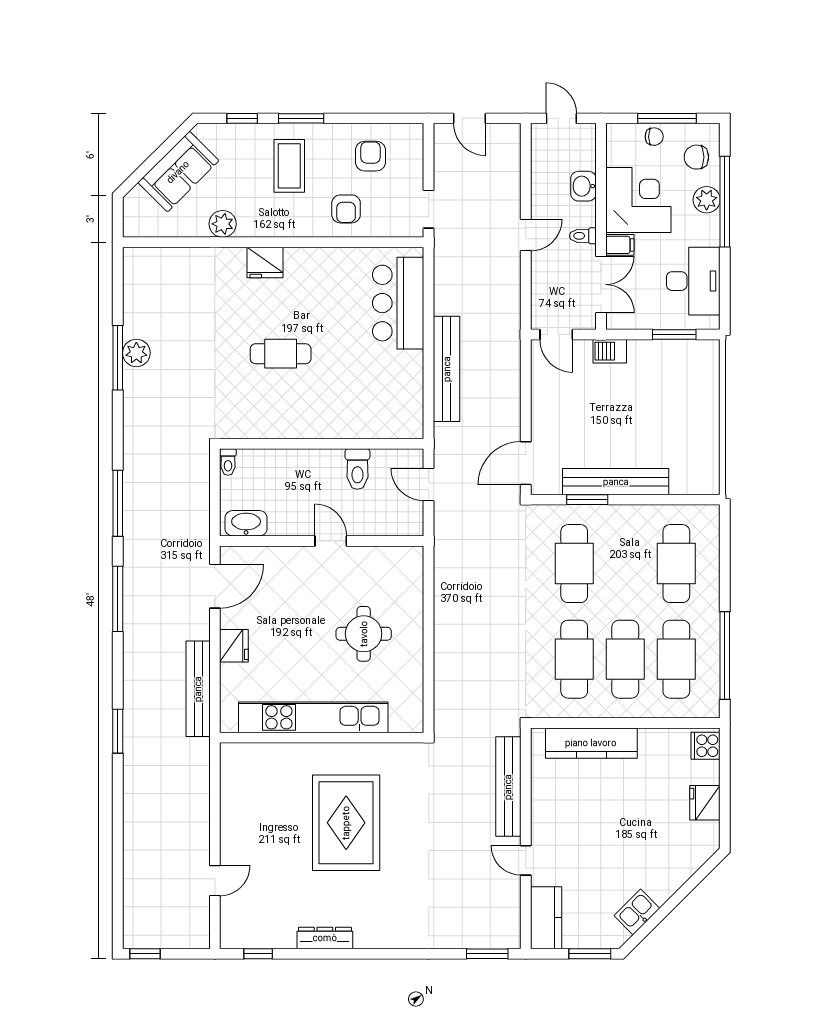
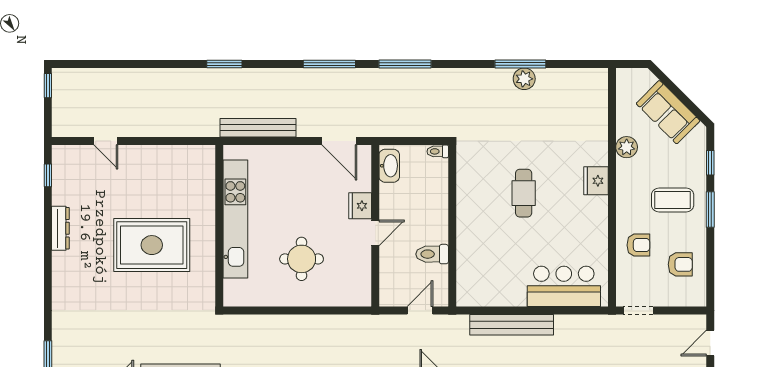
armchair: (346, 209) -> (638, 245), turned 180
fridge: (234, 646) -> (360, 206), moved, turned 90

